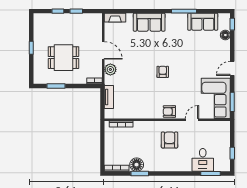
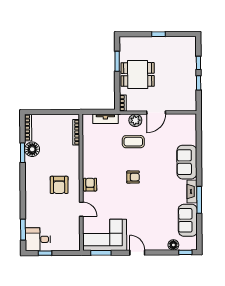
fireplace: (115, 18) -> (192, 192), moved
dining table: (63, 58) -> (138, 74), moved, turned 90
coffee table: (130, 71) -> (133, 142), added
armchair: (170, 140) -> (59, 185), turned 90
desk: (203, 160) -> (38, 239), moved

